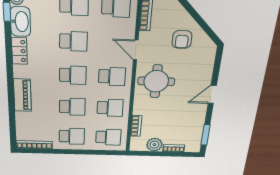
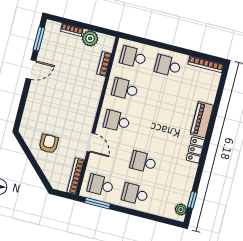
washbasin: (20, 22) -> (184, 189), removed
locker: (19, 51) -> (195, 150), moved
school desk: (73, 75) -> (151, 130), removed
round table: (156, 81) -> (78, 107), removed
door: (212, 95) -> (31, 69), moved
school desk: (72, 107) -> (160, 98), removed

